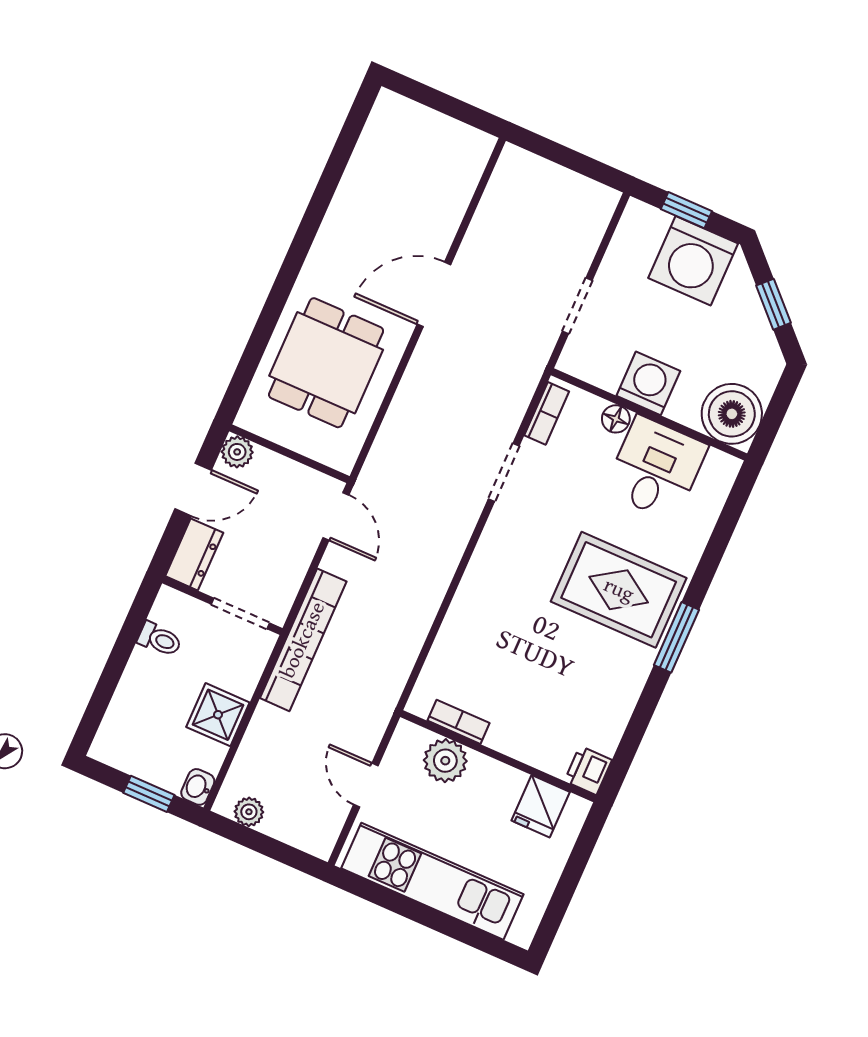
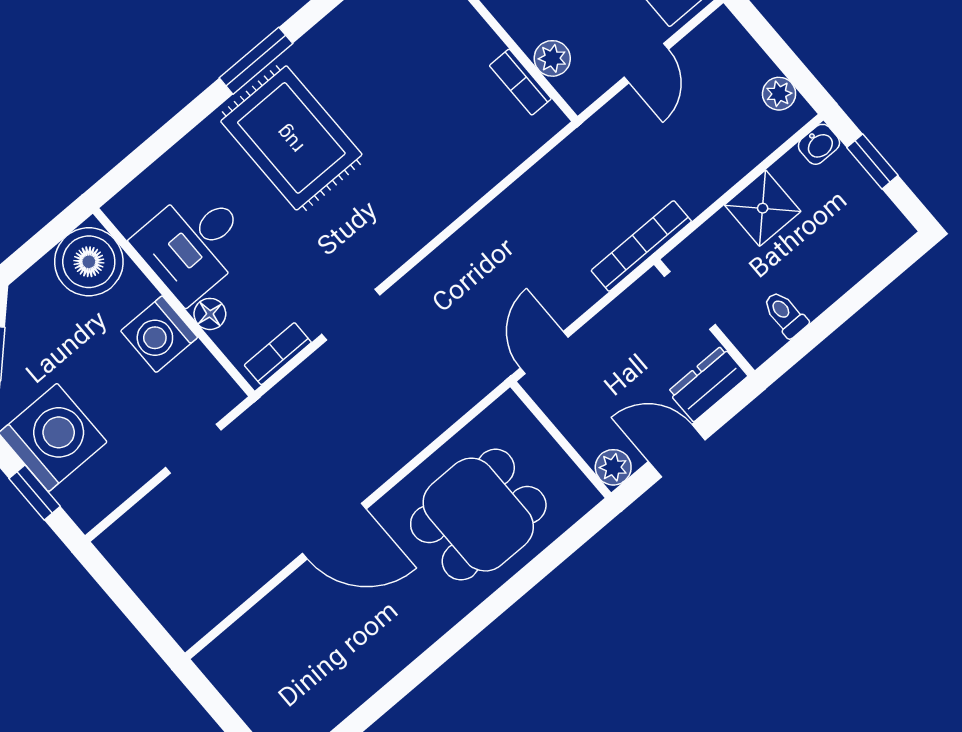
bookcase: (303, 640) -> (641, 246), width x0.68, depth x0.76
plant: (445, 761) -> (552, 58), width x0.73, depth x0.73

